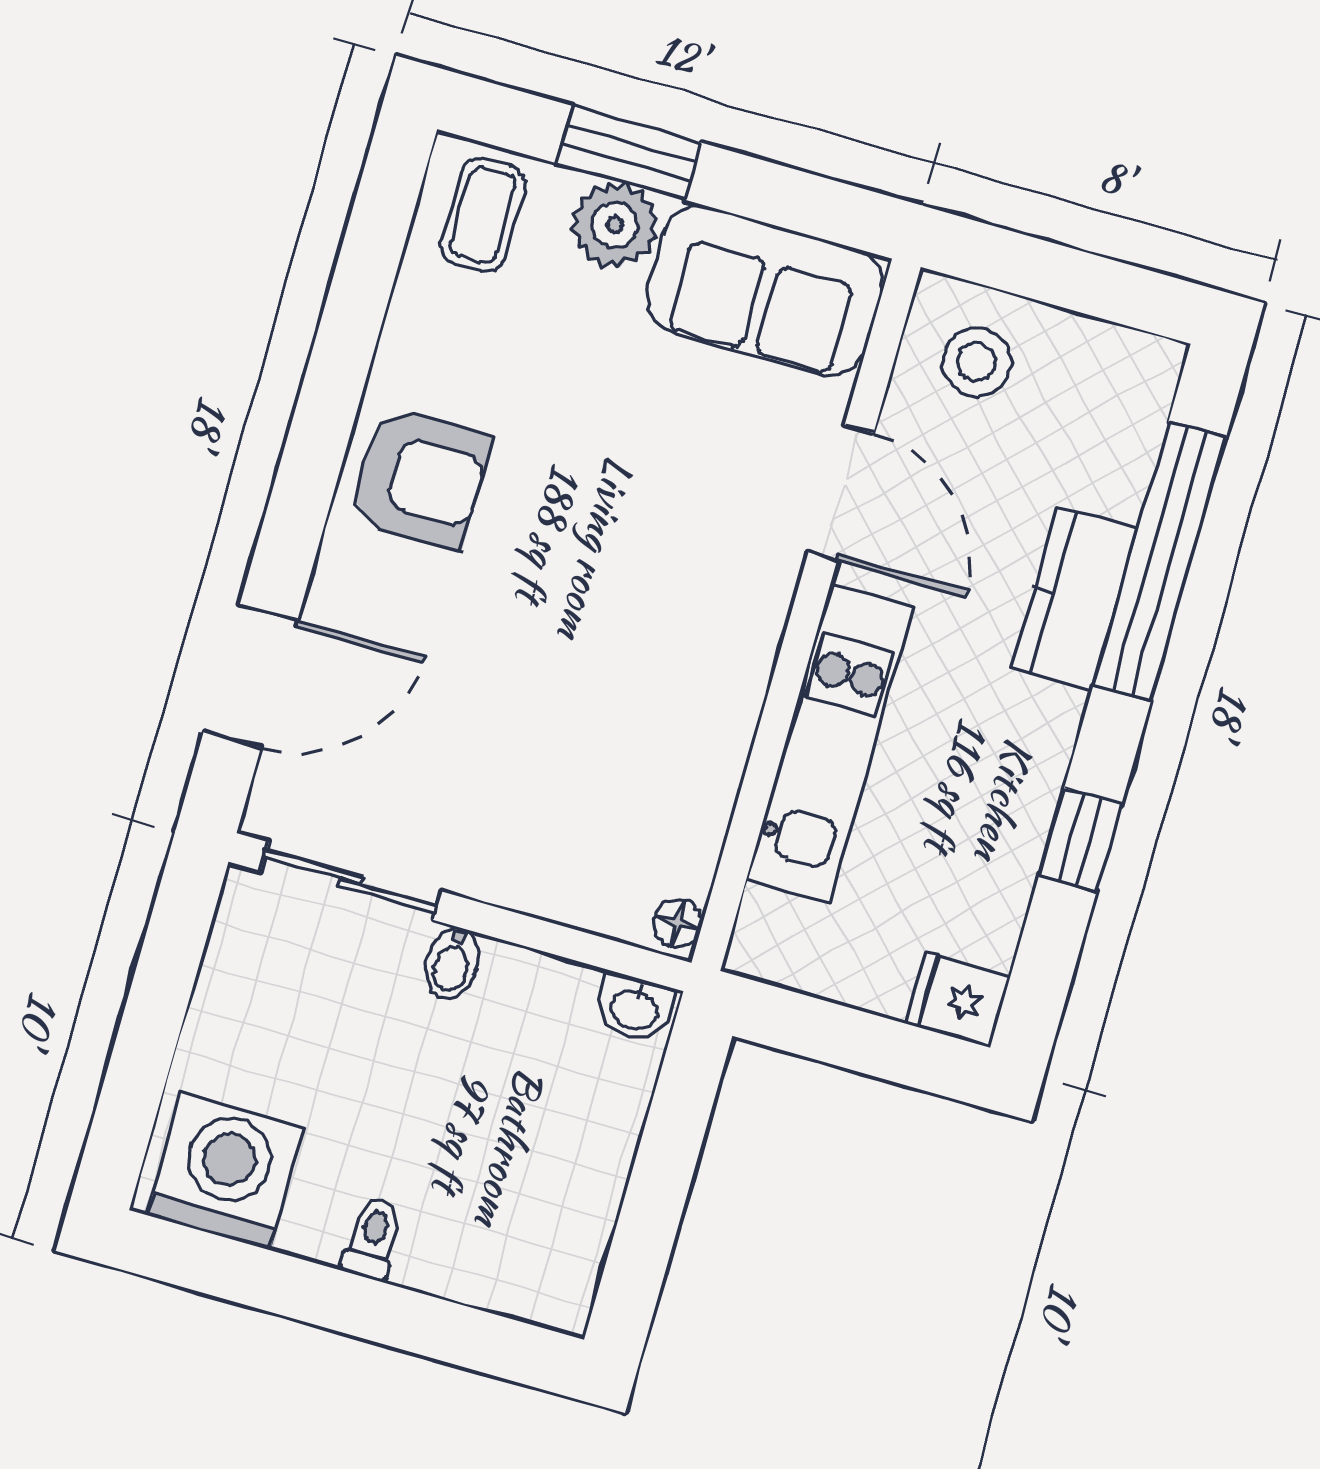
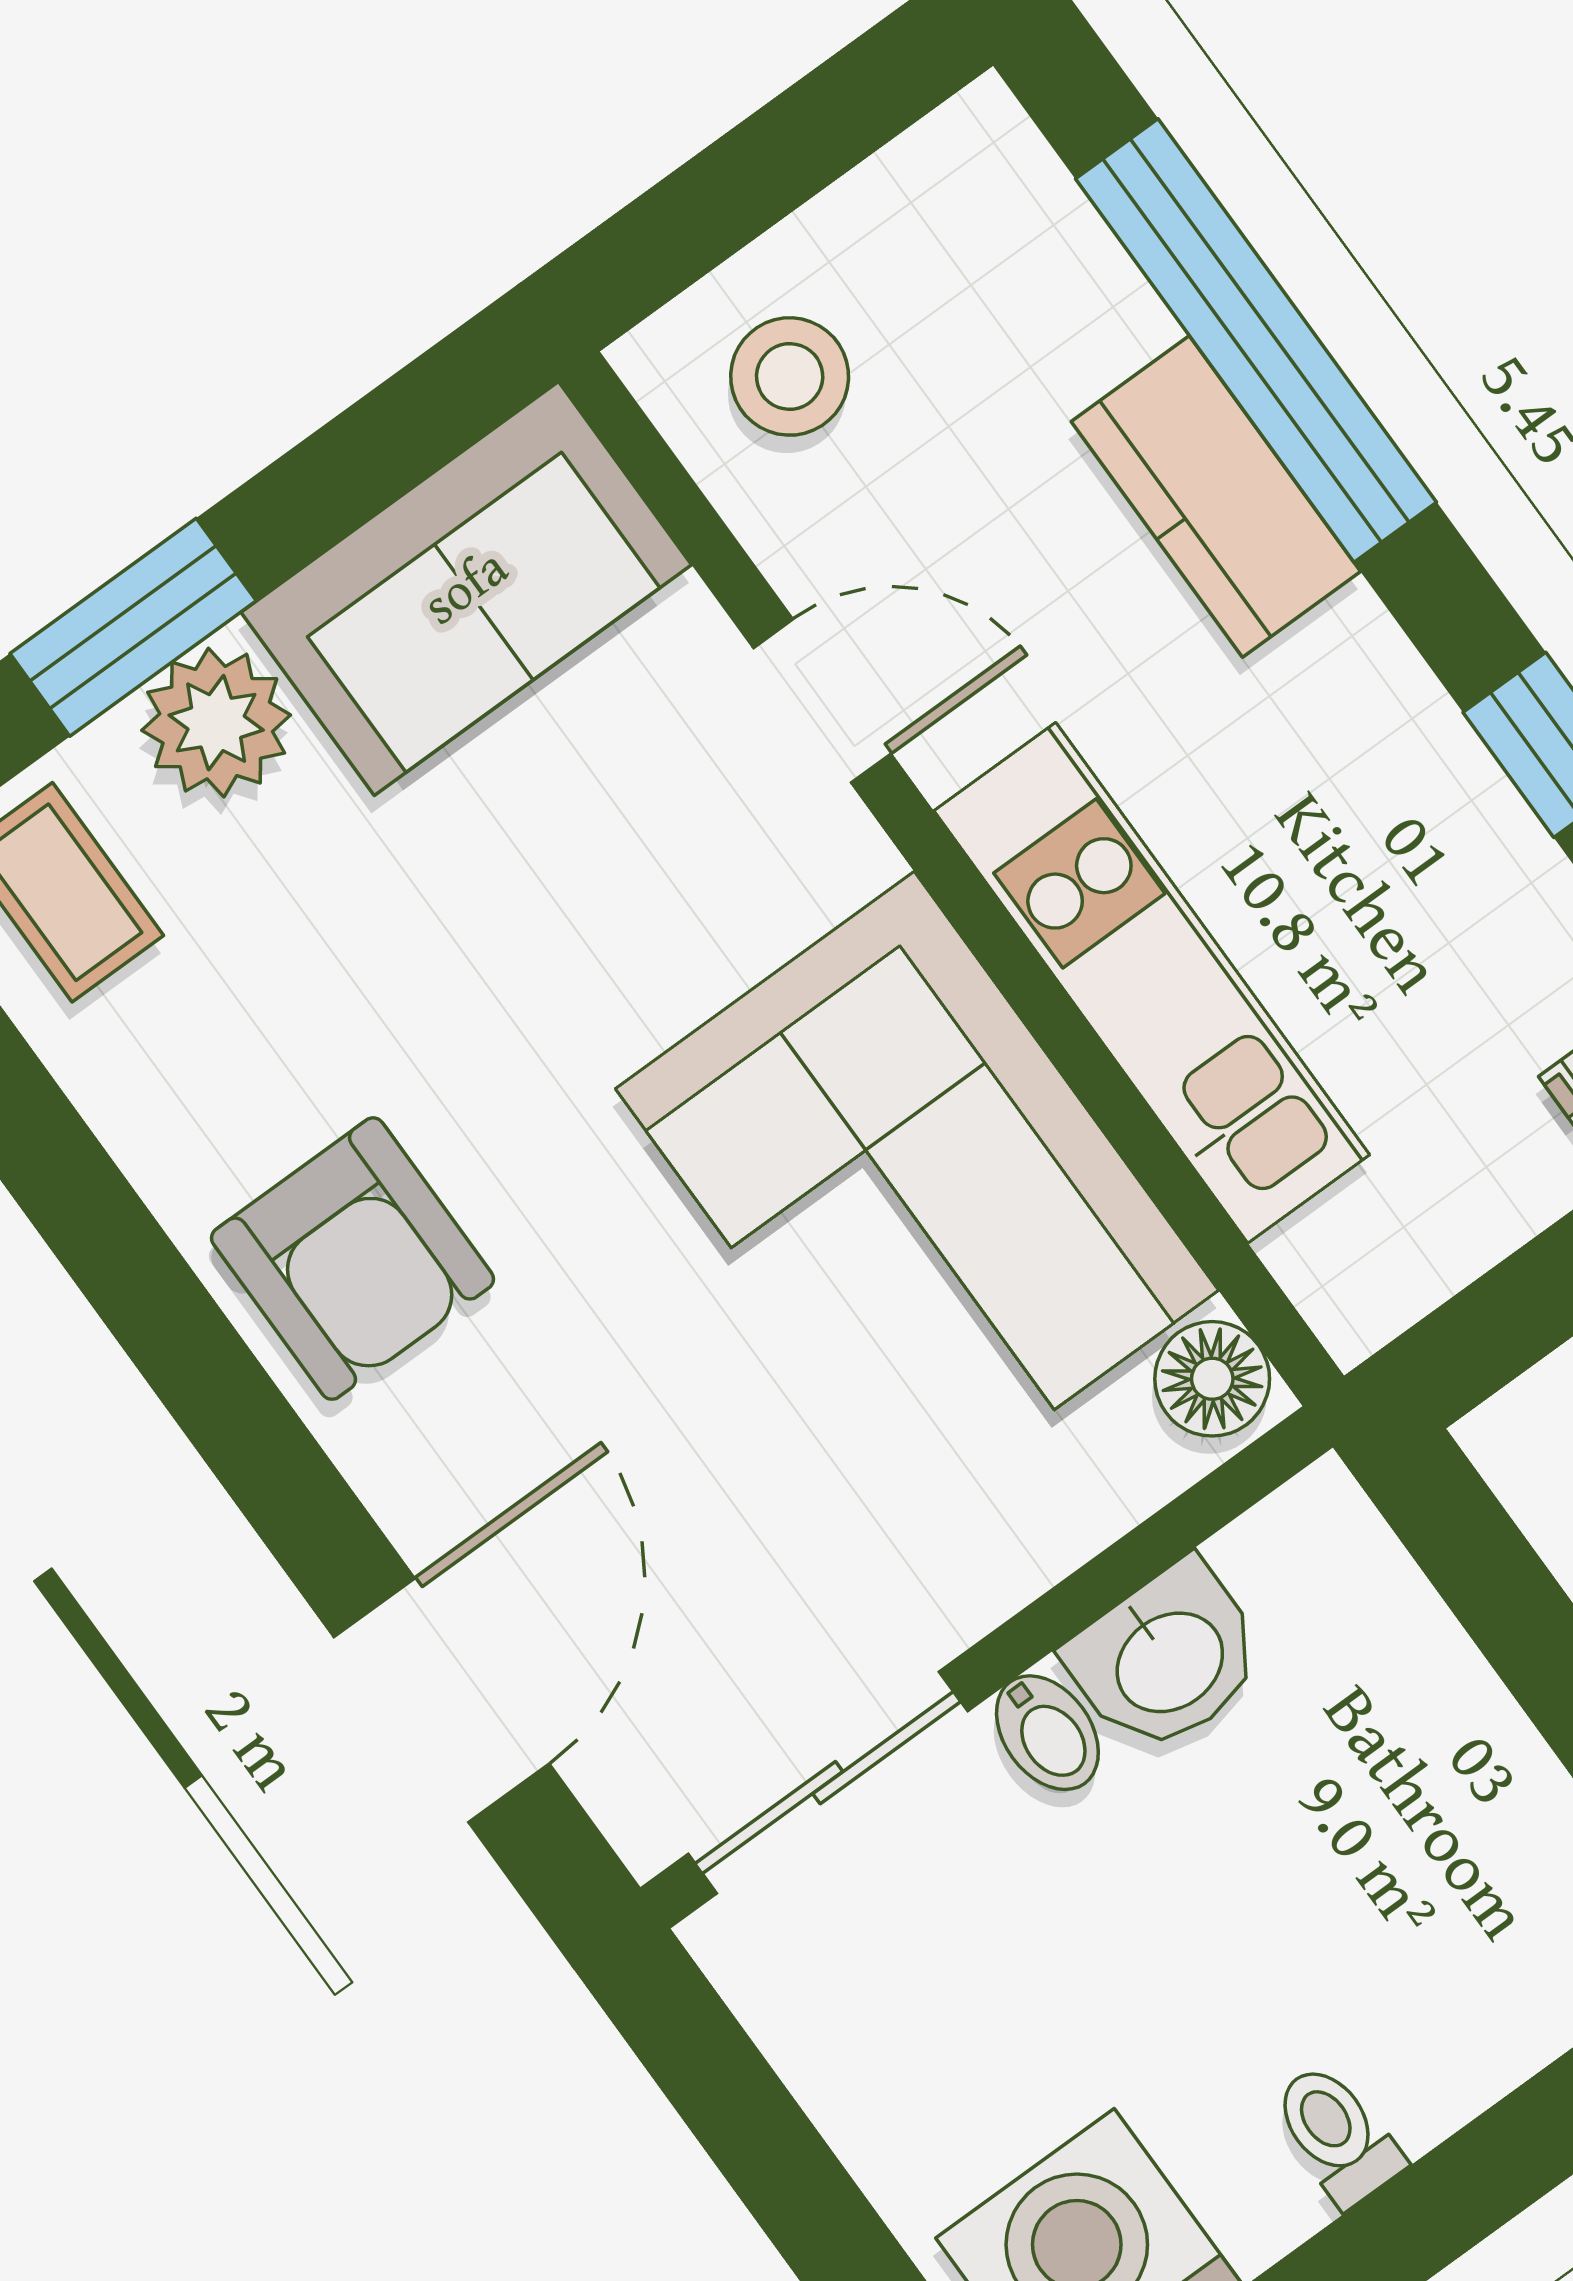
armchair: (420, 478) -> (353, 1259), turned 90
door: (841, 493) -> (822, 701), width x0.73
corner sofa: (652, 710) -> (917, 1190), added
floor lamp: (678, 923) -> (1212, 1379), width x1.37, depth x1.37
washbasin: (635, 1008) -> (1167, 1659), moved, width x1.38, depth x1.45

